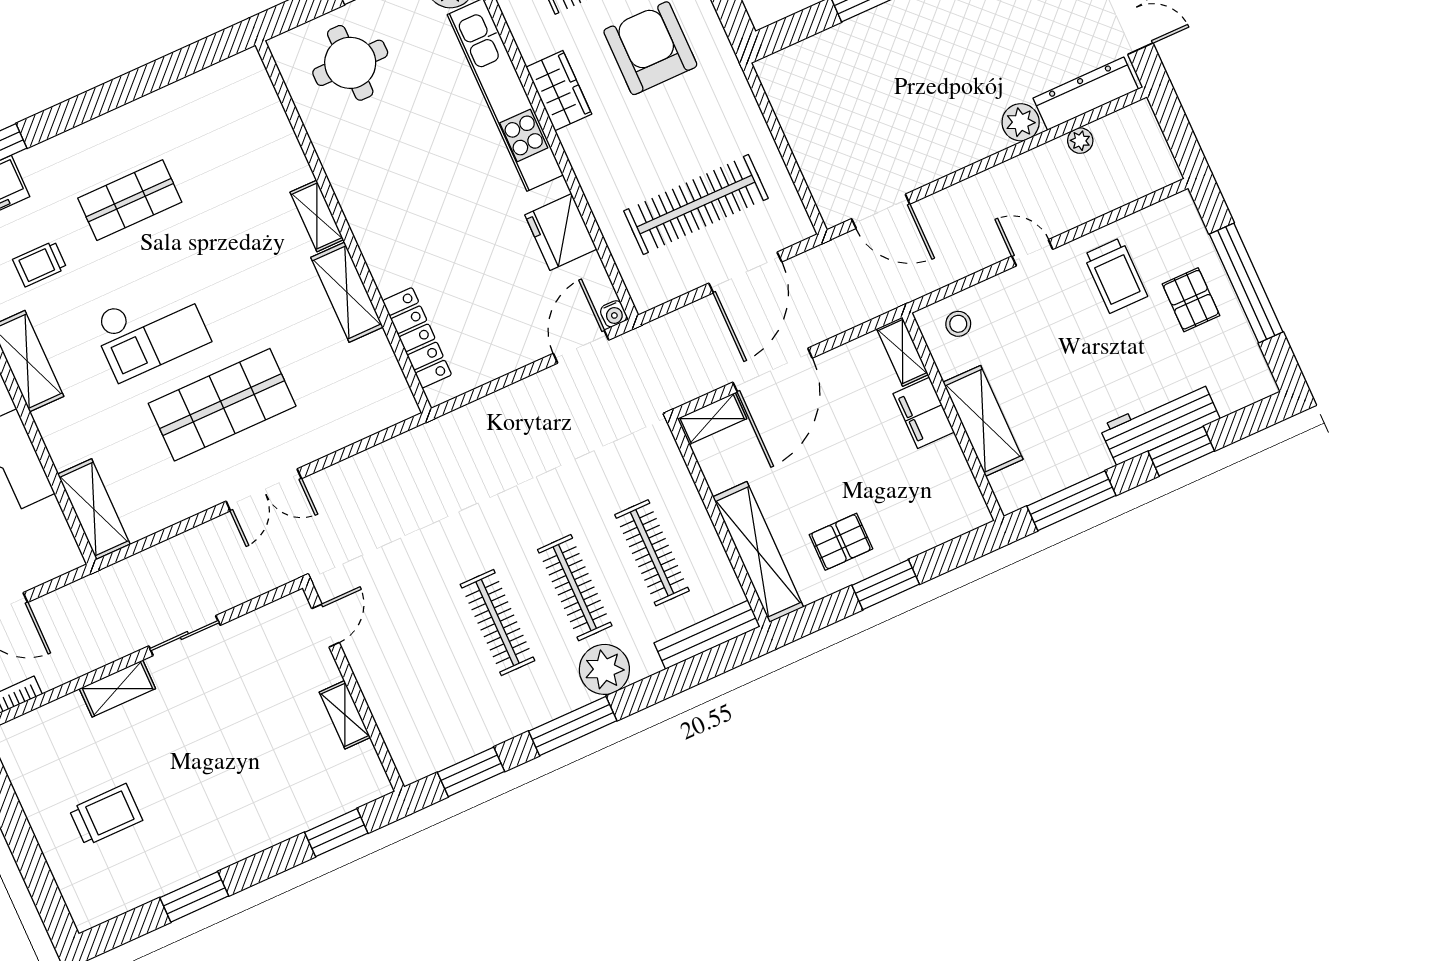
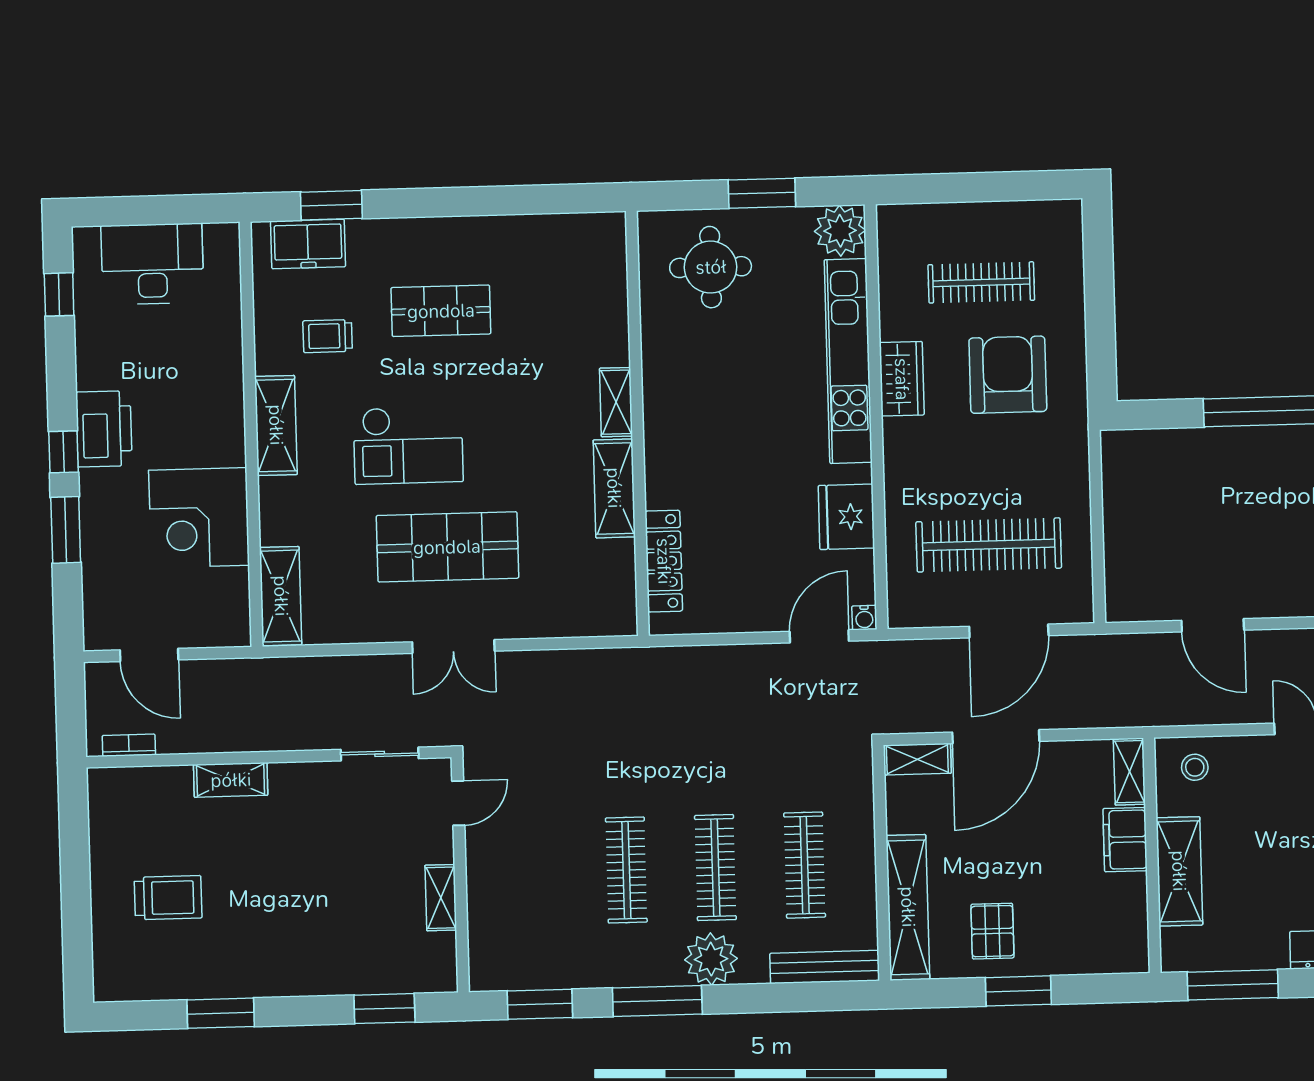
door: (881, 211) -> (1213, 625), moved
pallet: (841, 542) -> (992, 931), turned 90
sliding door: (184, 636) -> (380, 754), moved

